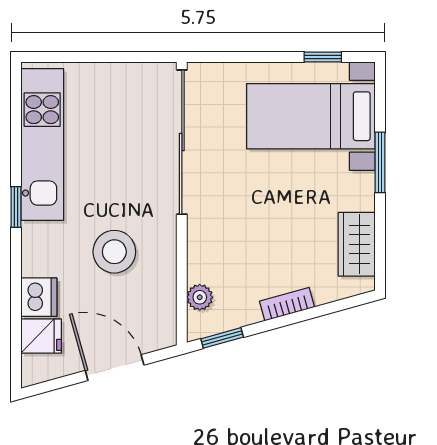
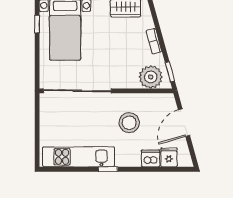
plant: (200, 297) -> (151, 77), width x1.87, depth x1.87

